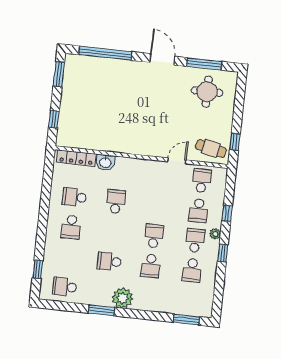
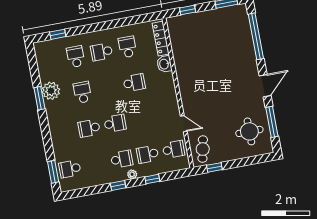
school desk: (192, 270) -> (70, 169), moved
school desk: (65, 287) -> (76, 57), moved
plant: (122, 298) -> (51, 91), moved

